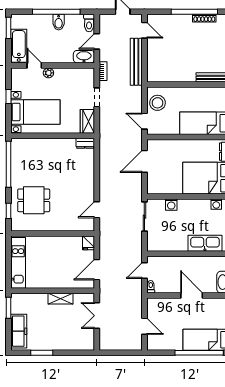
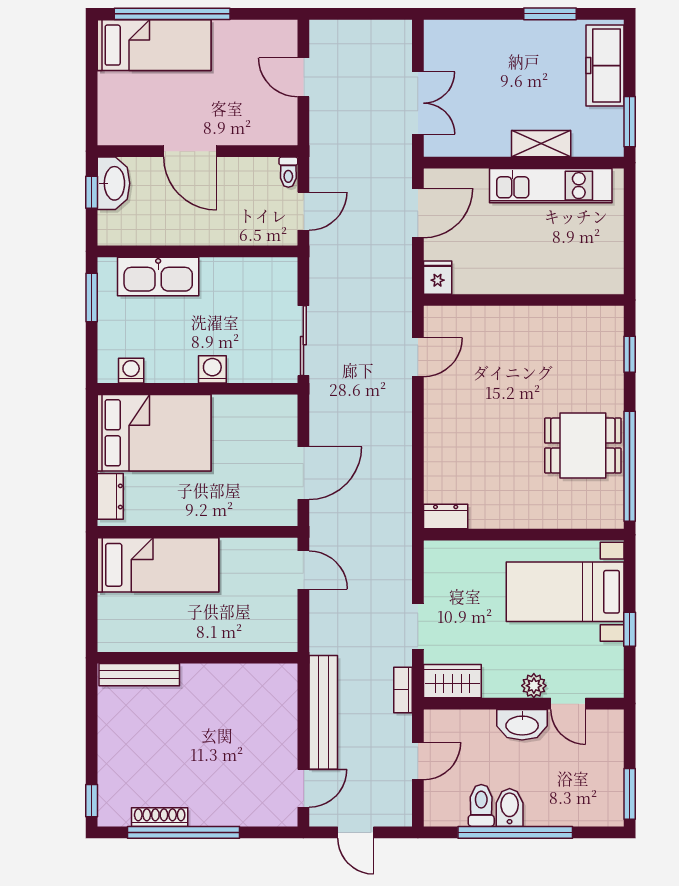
toilet: (89, 23) -> (481, 805), moved
door: (144, 30) -> (303, 788), swing flipped
bathtub: (19, 46) -> (605, 751), removed
washbasin: (84, 57) -> (522, 725), moved
stool: (158, 103) -> (272, 614), removed
wardrobe: (87, 121) -> (452, 681), moved, turned -90
dining table: (34, 200) -> (583, 446), moved
washing machine: (171, 205) -> (212, 369), moved
kitchen unit: (18, 263) -> (551, 186), moved, turned -90
shelving: (61, 299) -> (541, 144), moved

